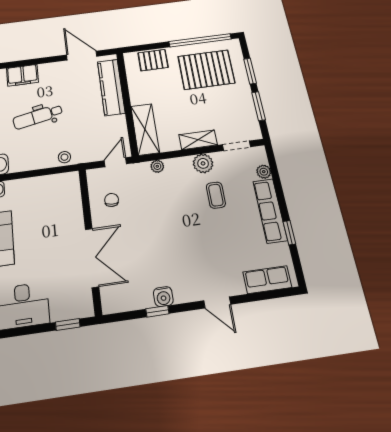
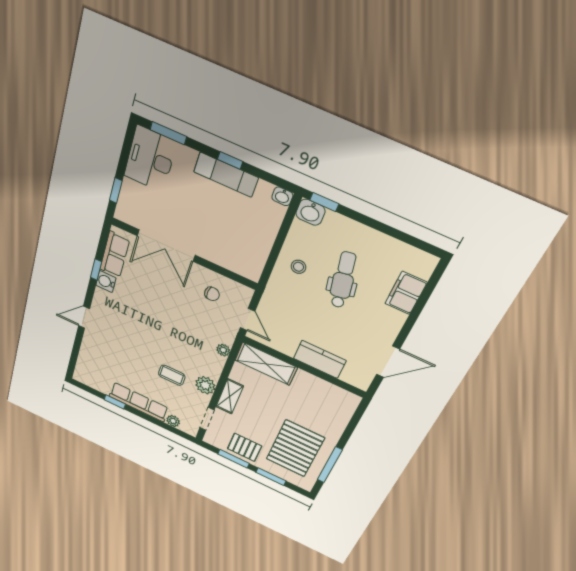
window: (200, 40) -> (330, 465), width x0.68
pallet: (153, 60) -> (245, 447), moved, turned 90
kitchen counter: (111, 87) -> (320, 359), width x0.67
stool: (64, 157) -> (298, 267), moved
row of seats: (267, 280) -> (115, 255), moved

